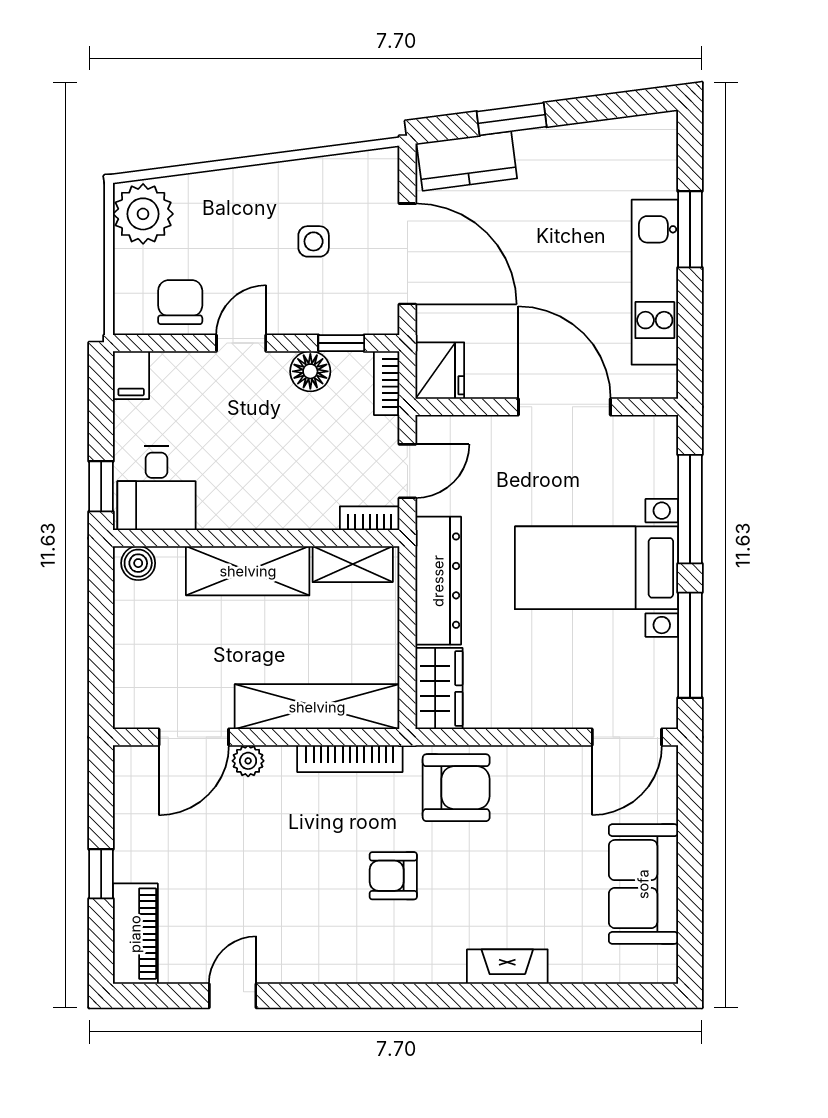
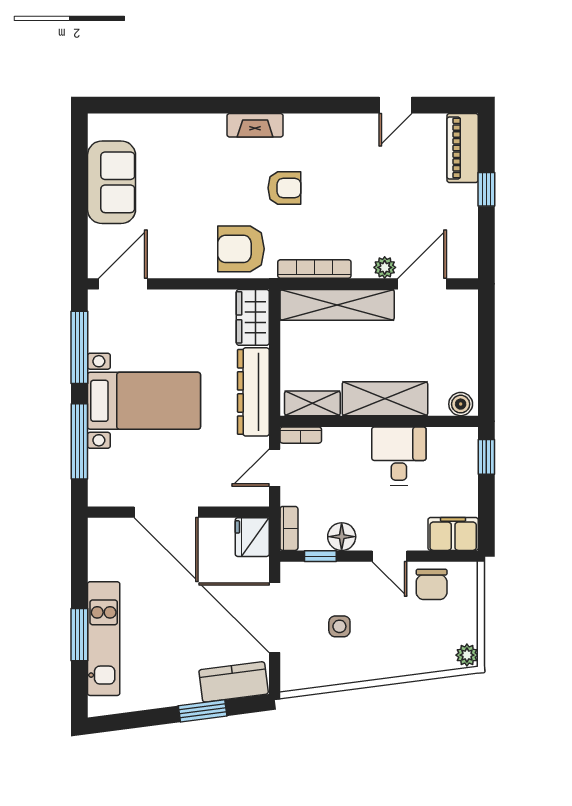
plant: (143, 214) -> (467, 655), width x0.53, depth x0.53
kitchen unit: (655, 282) -> (104, 639), moved
door: (241, 343) -> (390, 556), hinge flipped
filing cabinet: (131, 375) -> (453, 534), width x2.00
desk: (156, 488) -> (399, 456), moved
fireplace: (507, 967) -> (255, 125), moved

